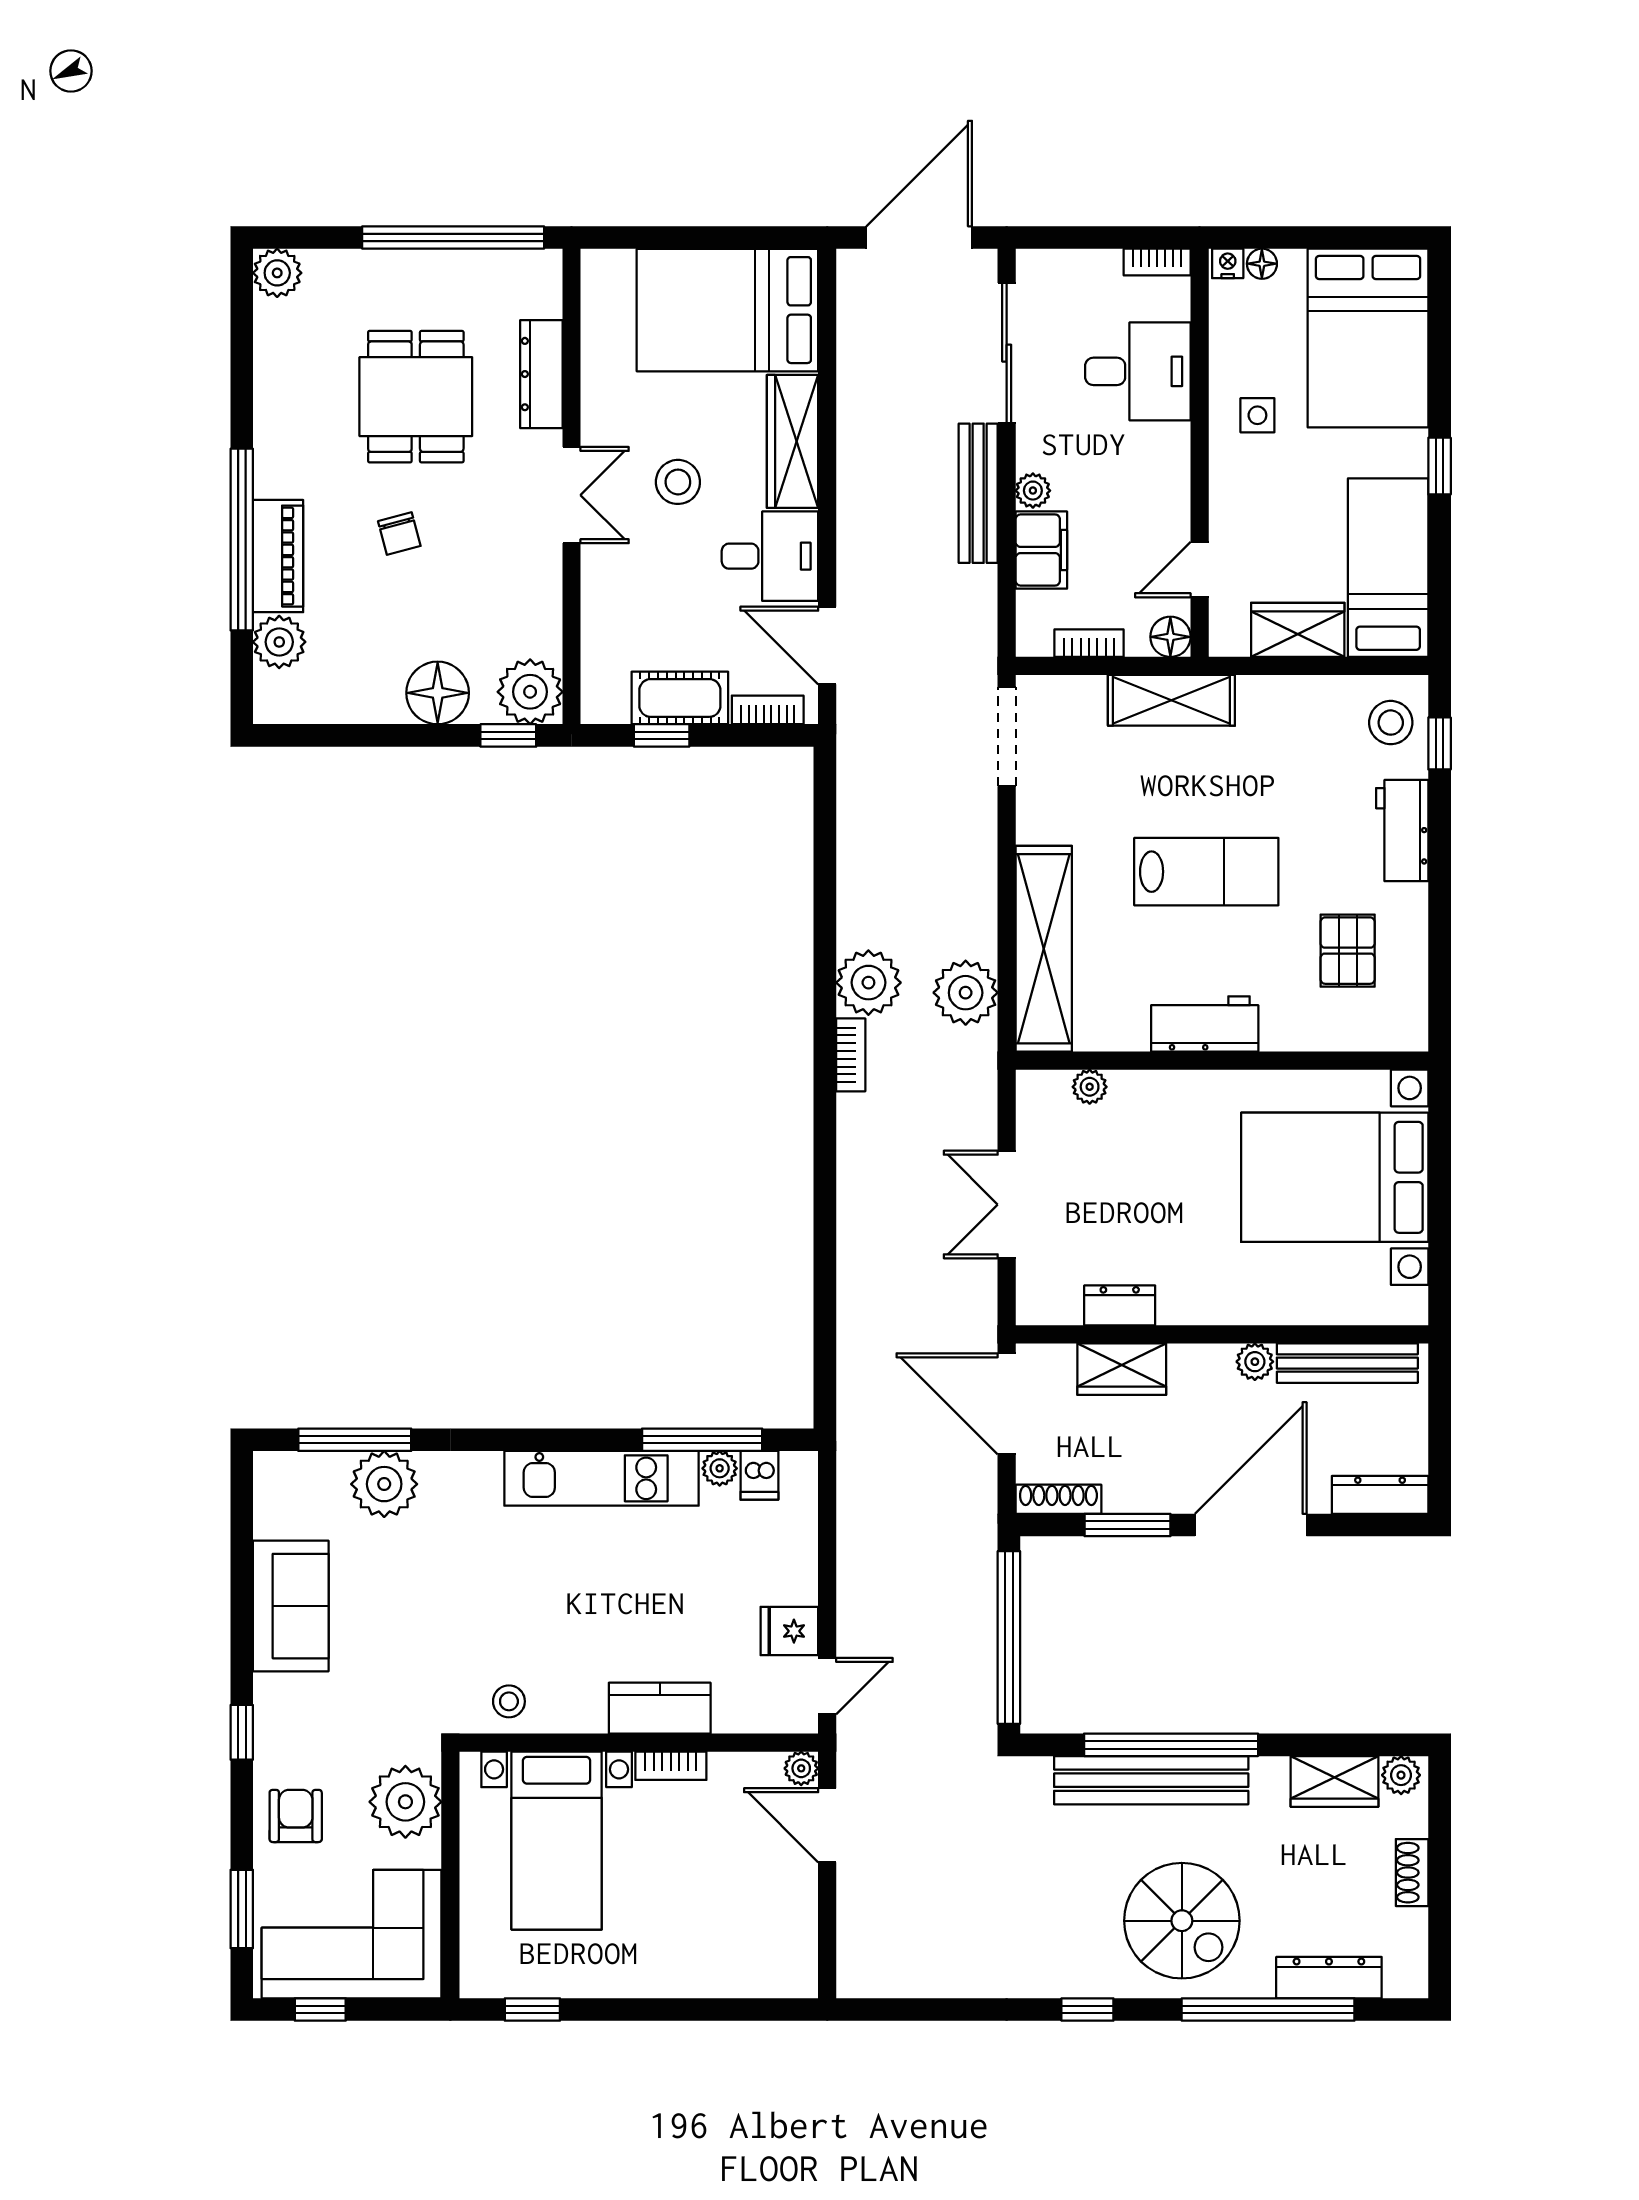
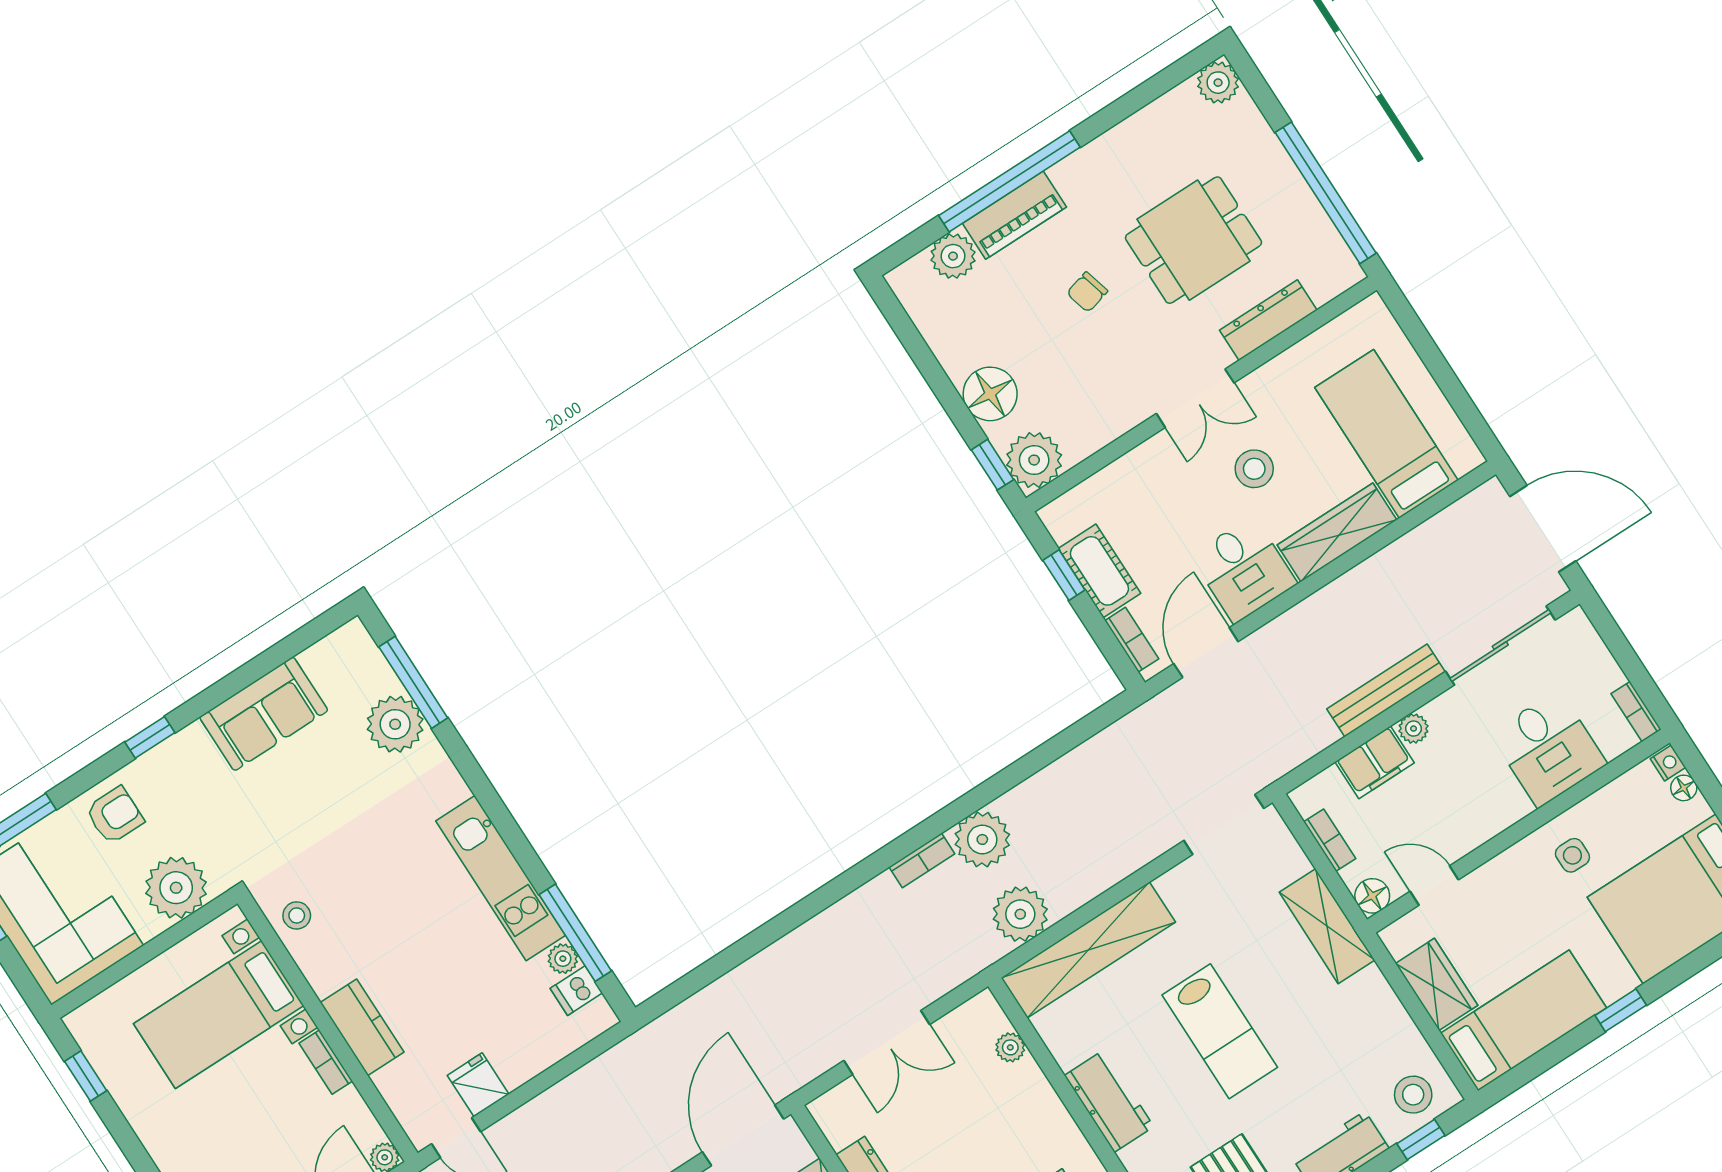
bed: (727, 310) -> (1386, 434), width x0.67
double door: (1007, 1205) -> (887, 1043), swing flipped

